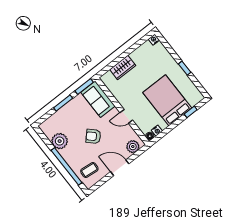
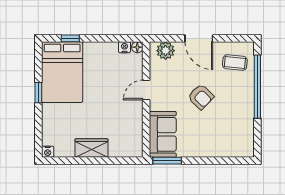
wardrobe: (123, 68) -> (92, 148), moved
bed: (167, 100) -> (62, 72), moved
window: (63, 103) -> (205, 161), removed
door: (126, 116) -> (146, 90), swing flipped
plant: (60, 141) -> (243, 121), removed

